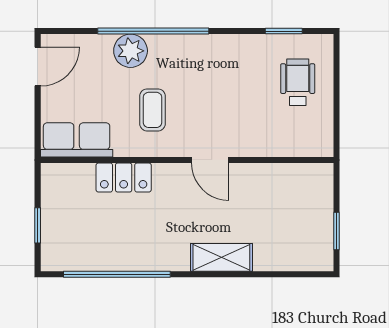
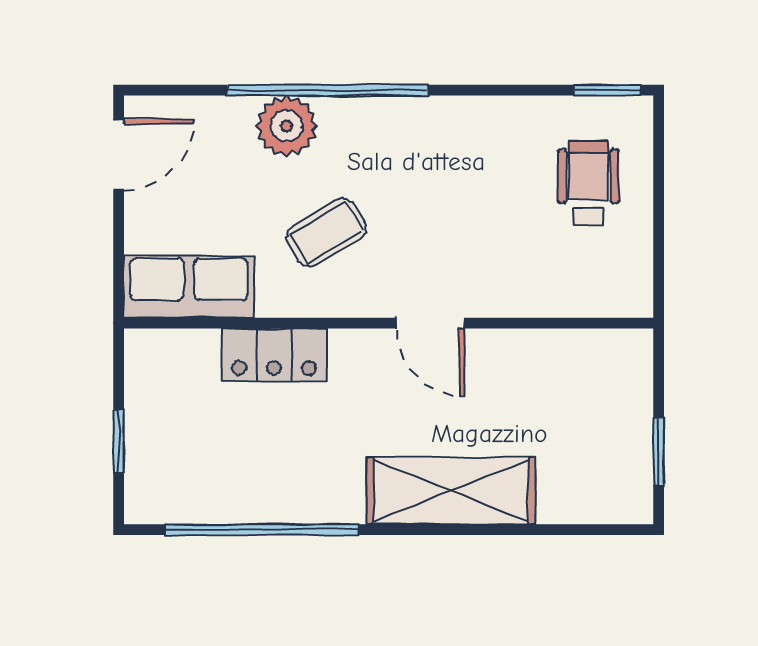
window: (284, 31) -> (607, 90), moved
coffee table: (153, 110) -> (326, 233), turned 60
shelving: (221, 257) -> (451, 491), width x1.50, depth x1.33

